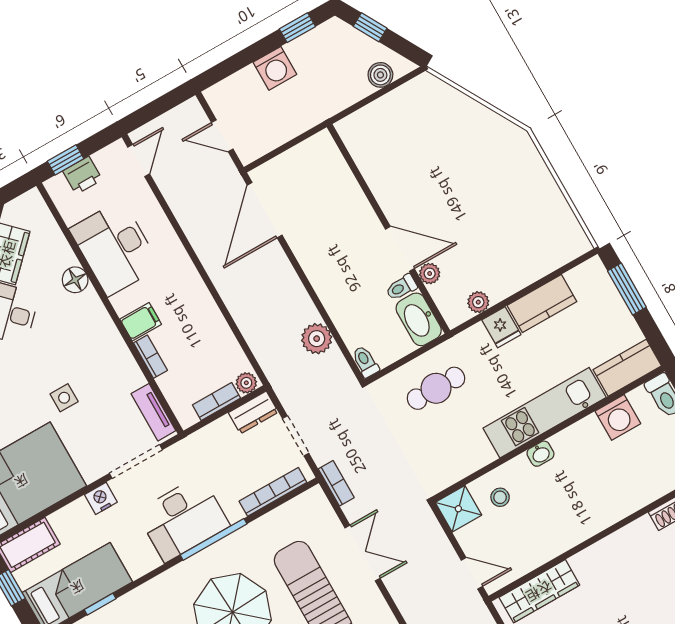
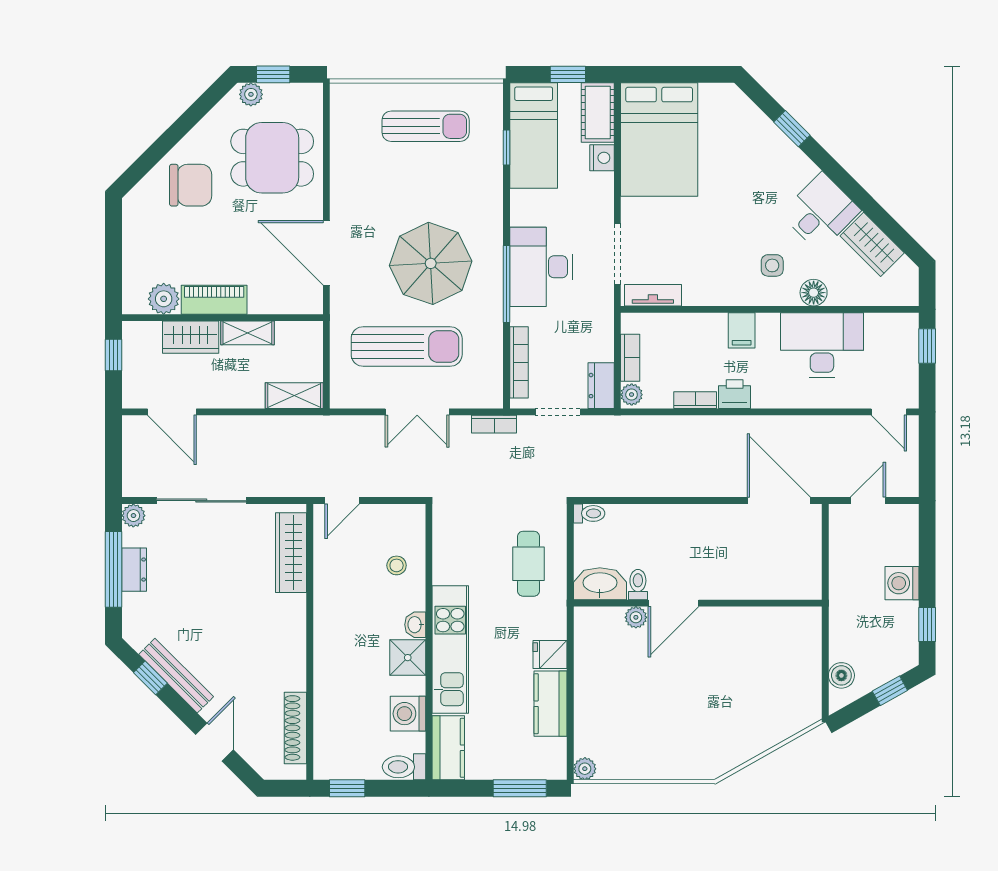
printer: (82, 175) -> (735, 394), moved, turned 90
plant: (478, 302) -> (585, 769), moved
plant: (317, 339) -> (635, 481), removed
bookcase: (150, 357) -> (695, 400), moved, turned 180
side table: (64, 398) -> (772, 265), moved
nightstand: (101, 498) -> (602, 158), moved
shower: (458, 509) -> (408, 658), moved

